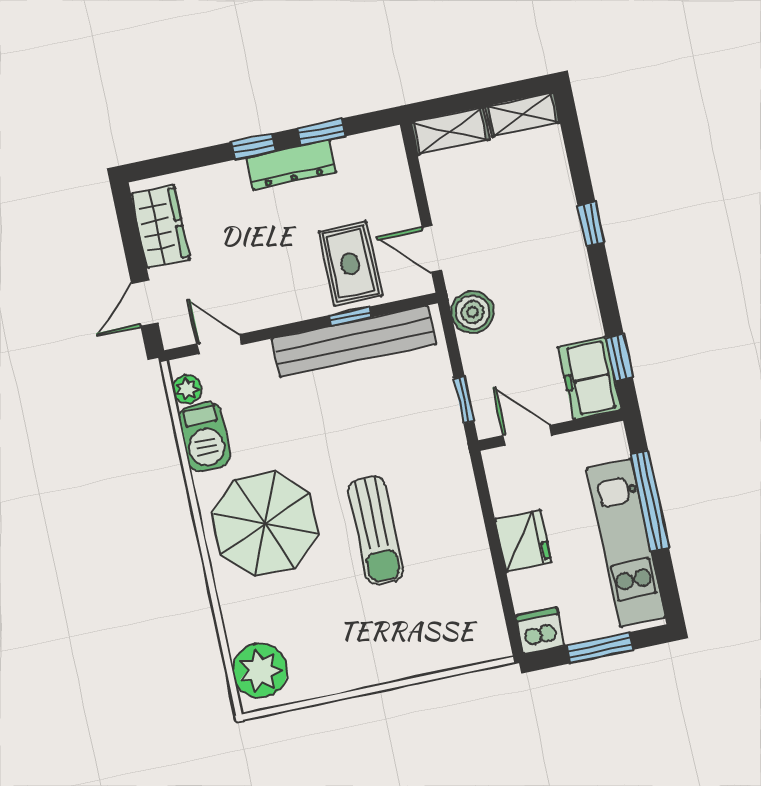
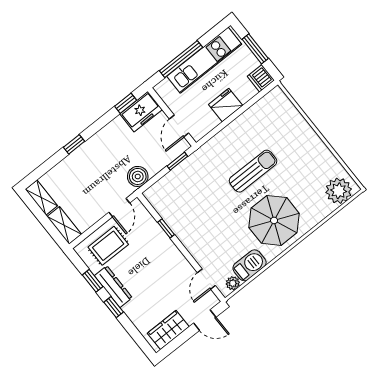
rug: (350, 264) -> (108, 246), moved
bench: (354, 341) -> (176, 221), removed

